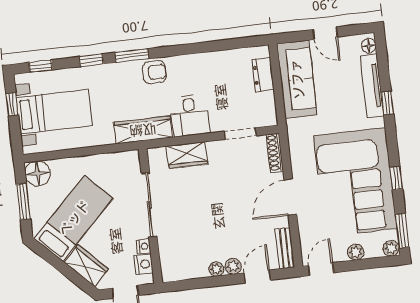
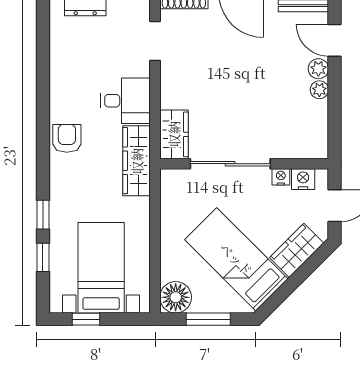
window: (132, 56) -> (43, 164), removed
window: (41, 66) -> (43, 257), moved
wardrobe: (187, 155) -> (174, 134), moved

